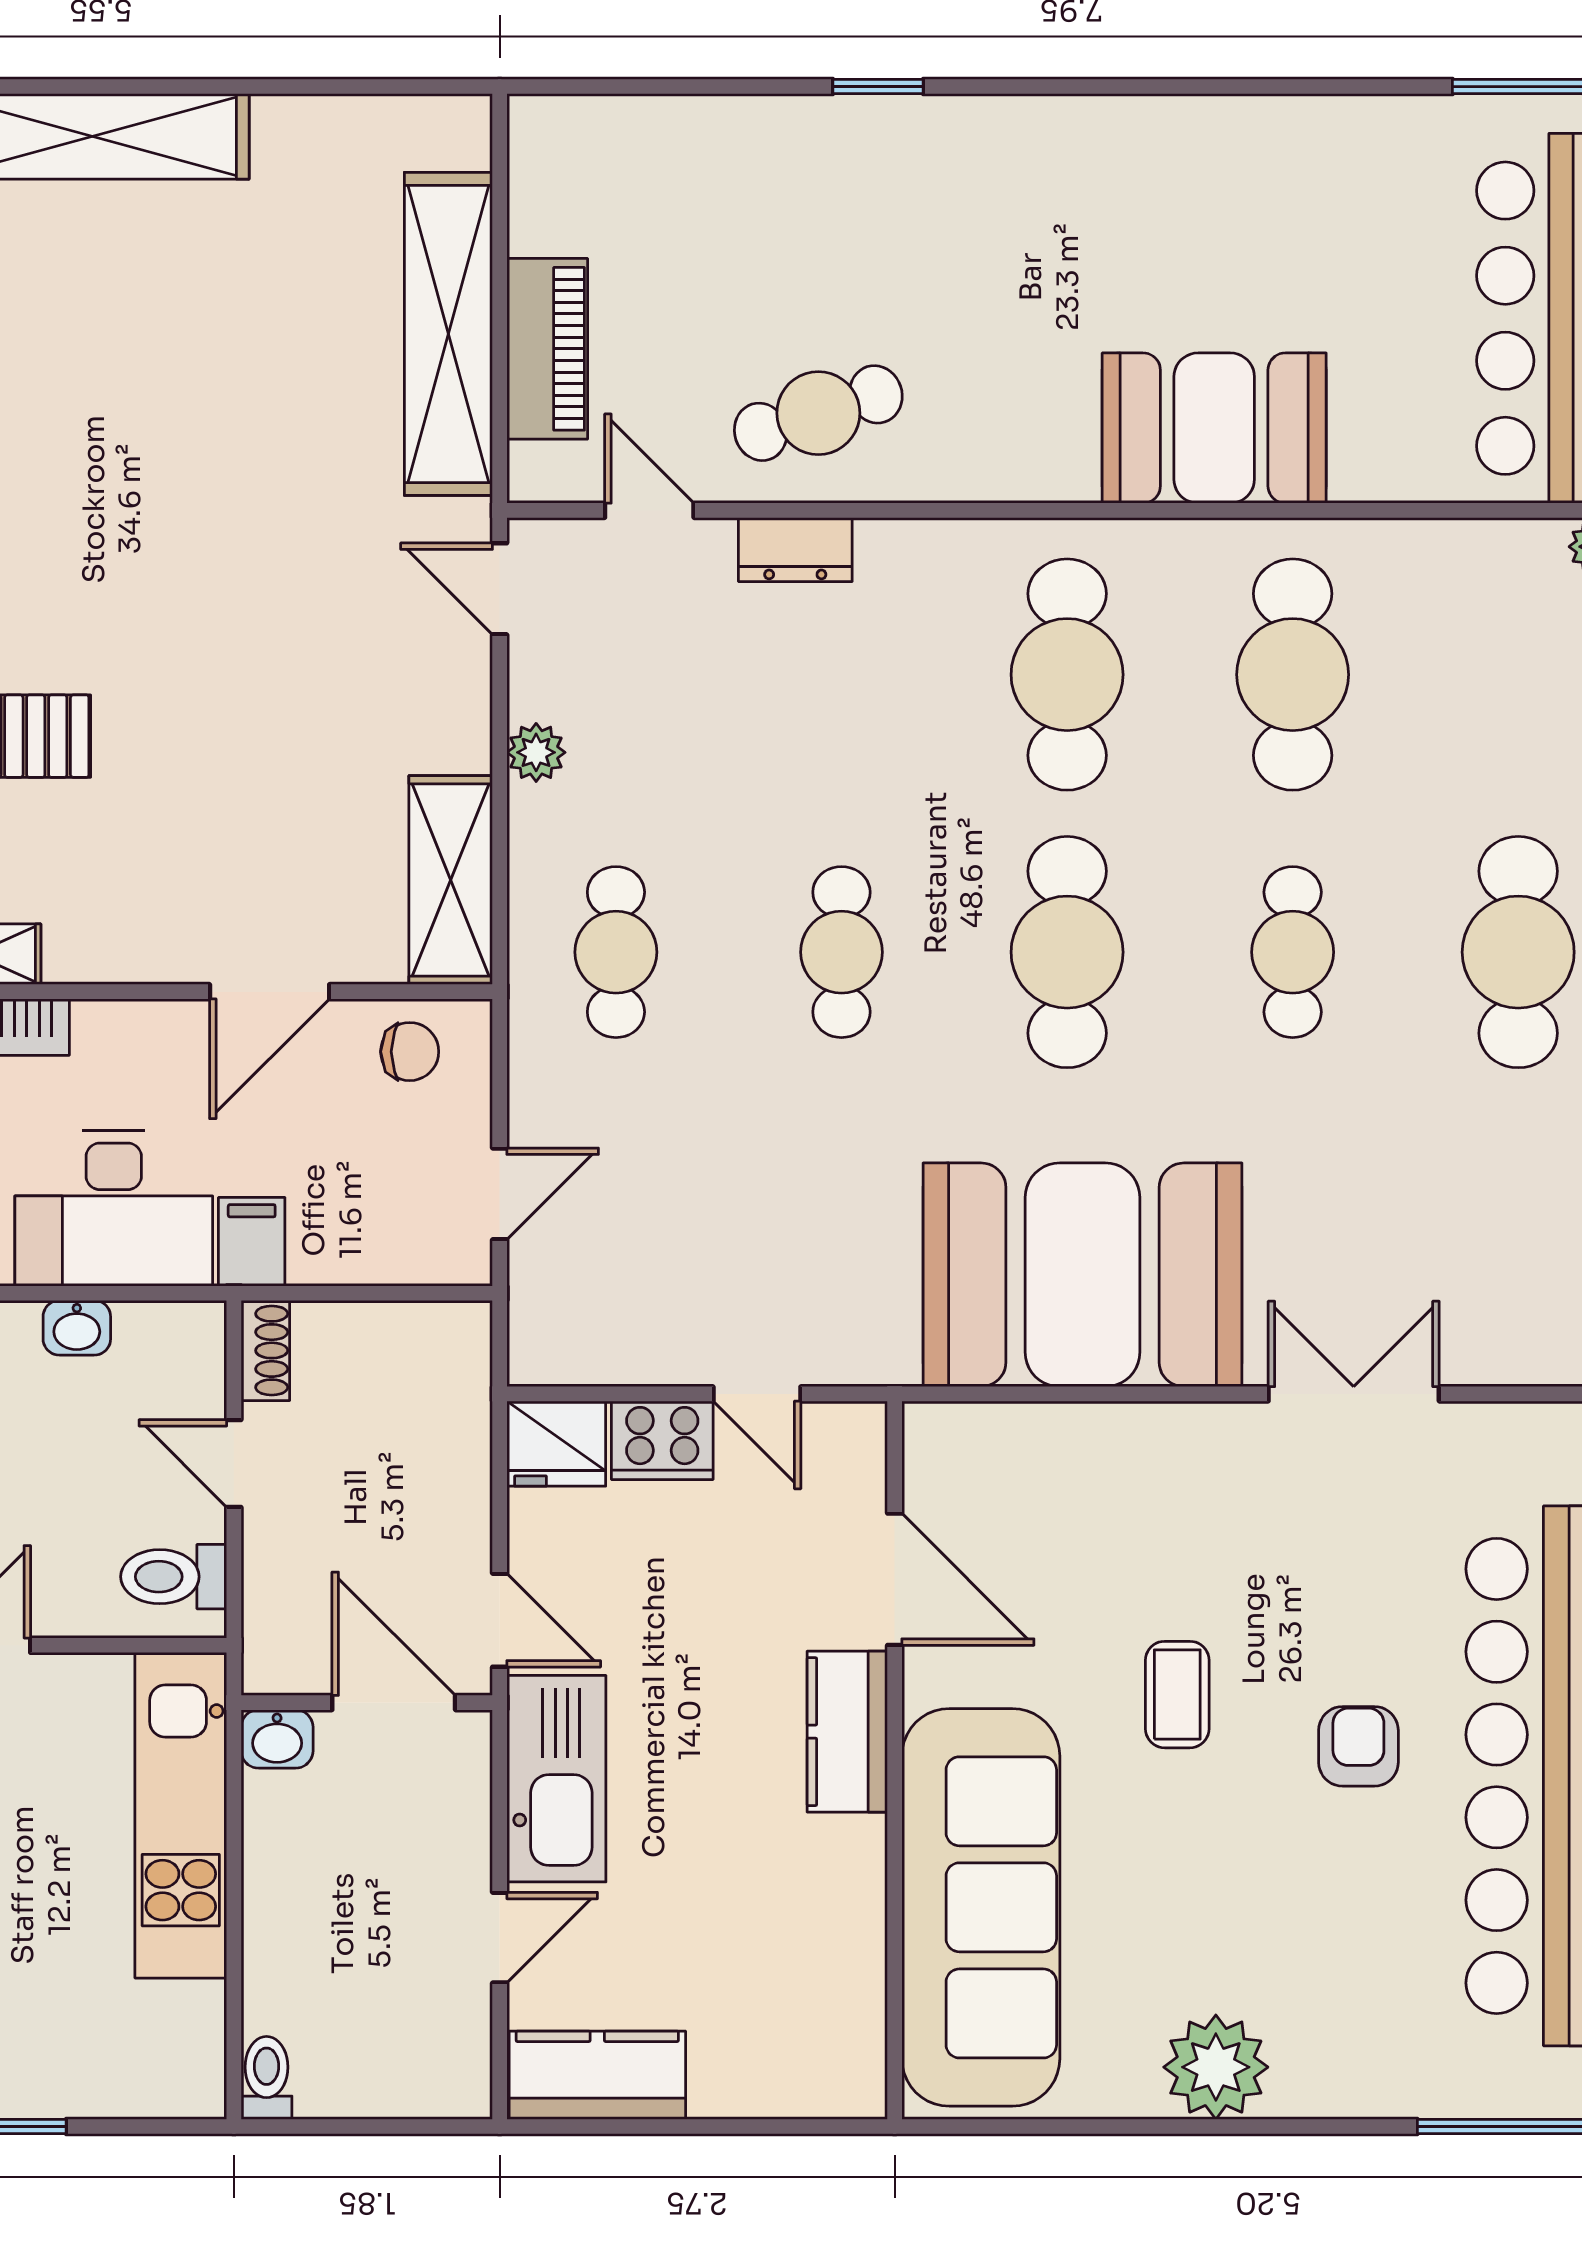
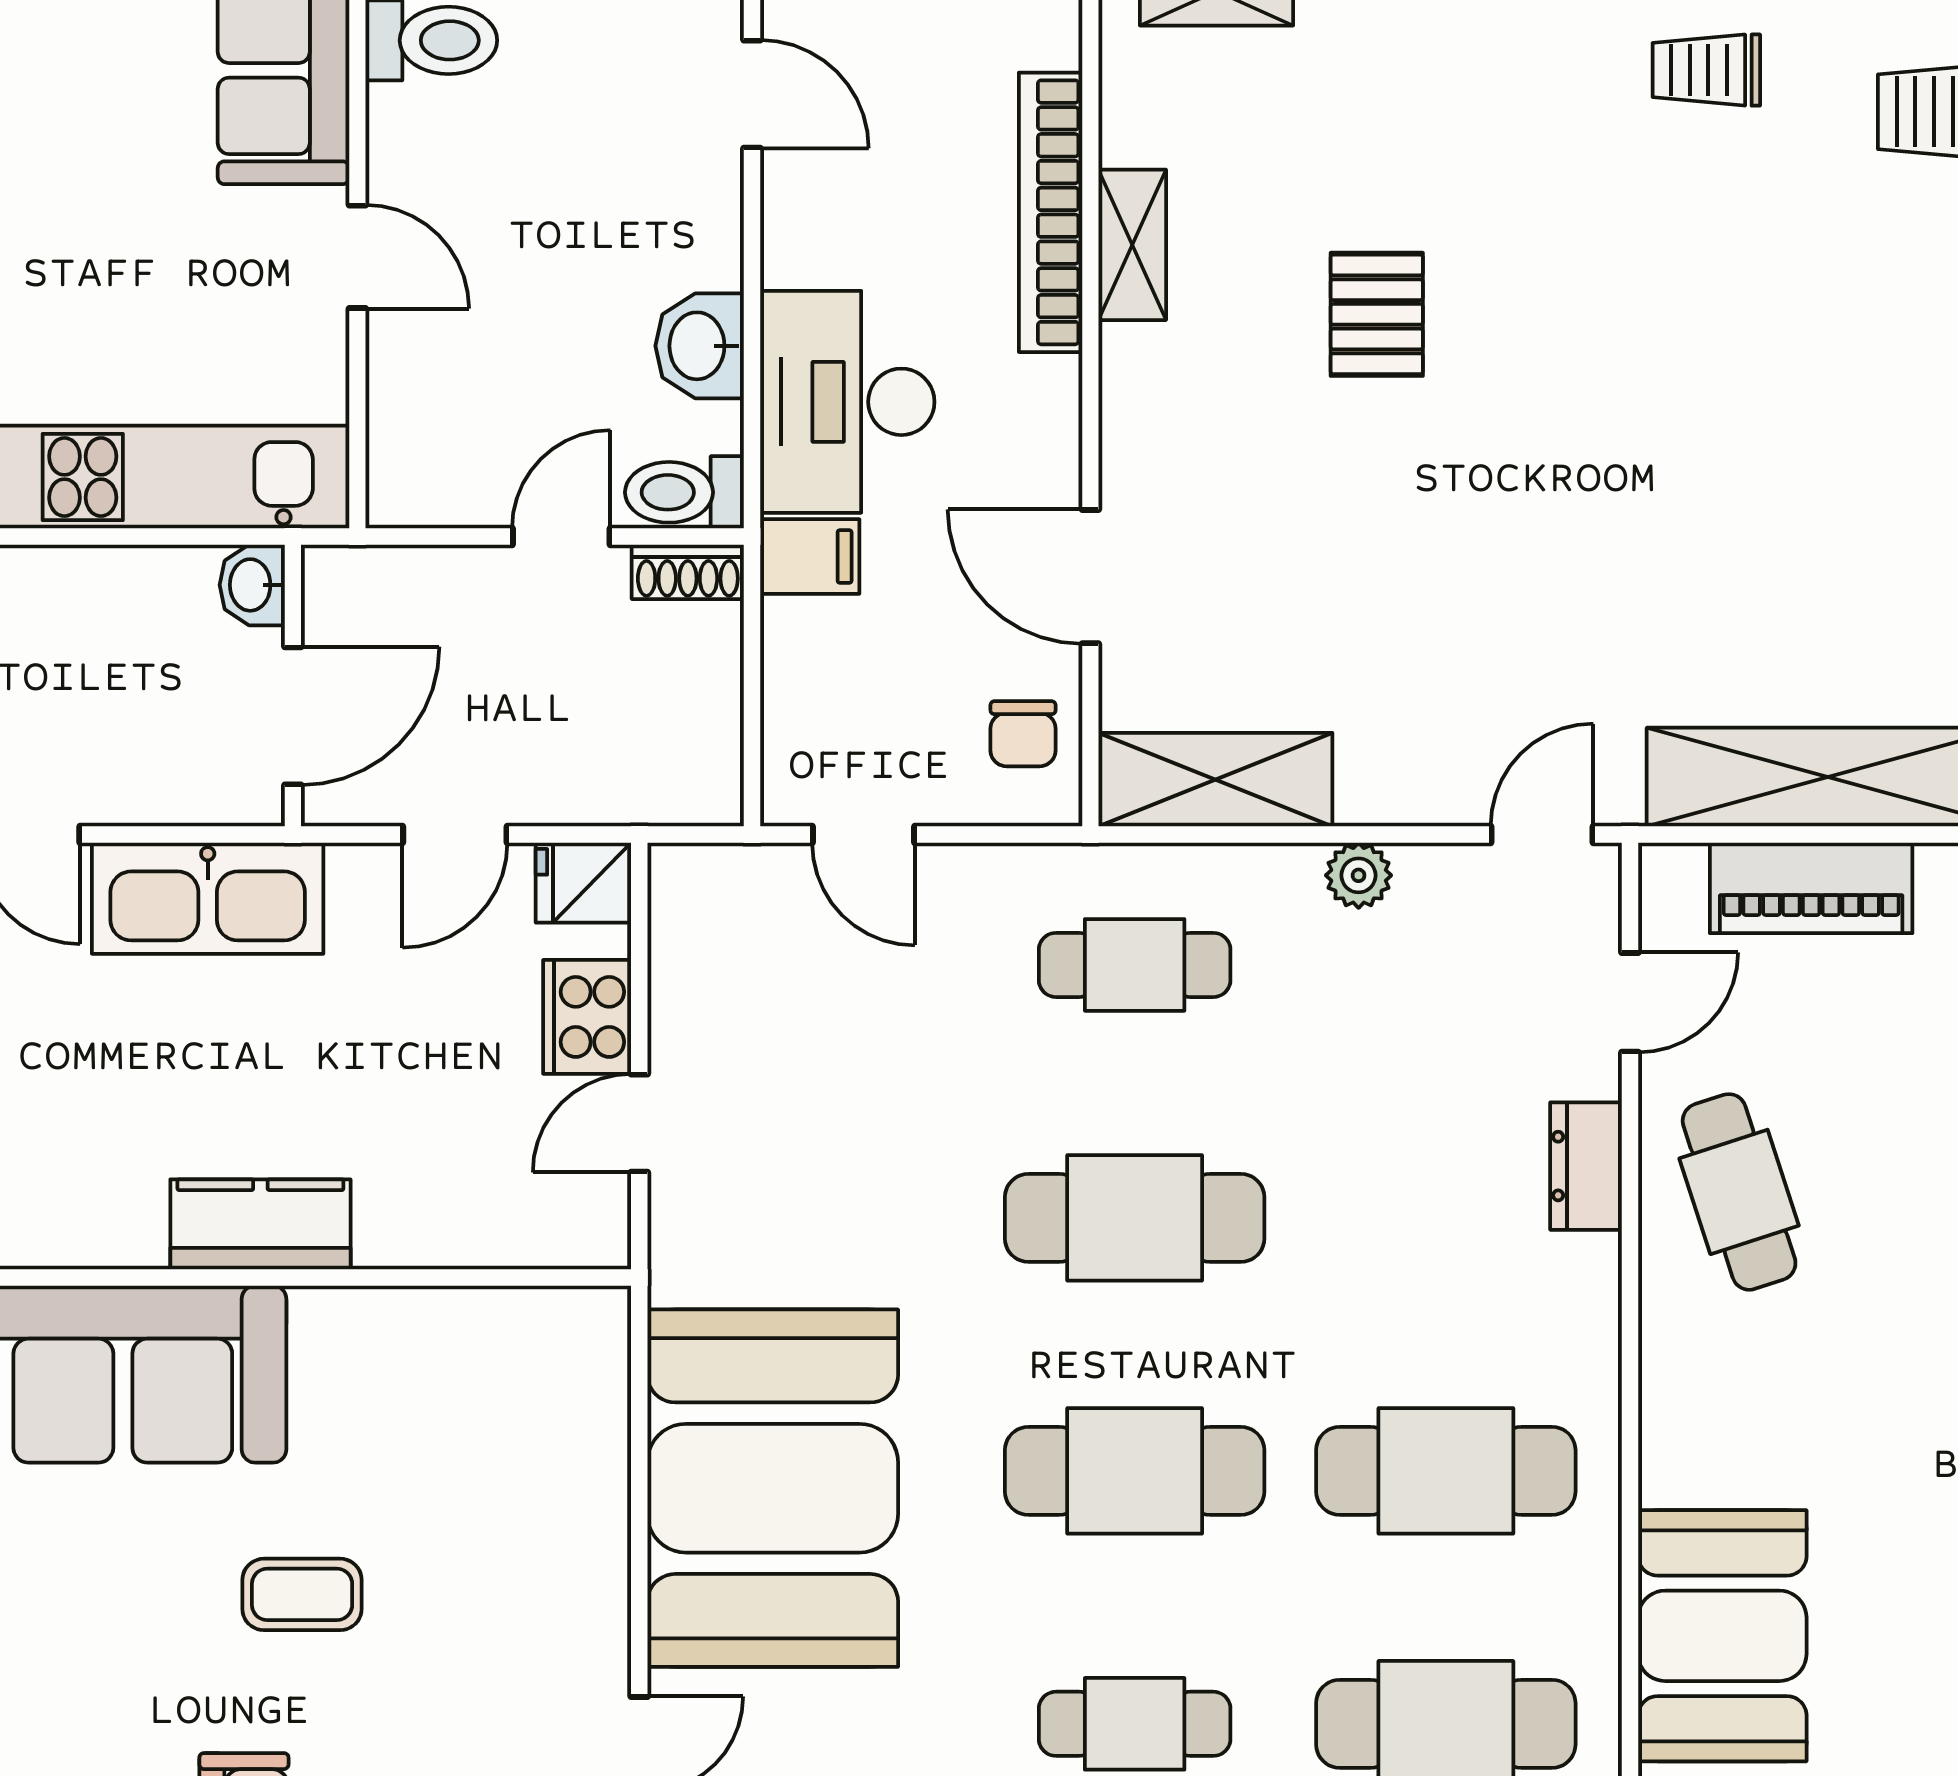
cafe table: (841, 952) -> (1135, 1218), width x1.37, depth x1.35
washbasin: (77, 1328) -> (700, 346), width x1.38, depth x1.45
fridge: (556, 1444) -> (583, 883), width x0.72
toilet: (174, 1577) -> (684, 492), moved, turned -90
door: (895, 1579) -> (431, 1278), removed
door: (500, 1620) -> (455, 835), moved

